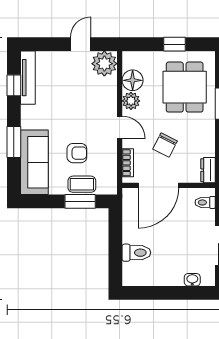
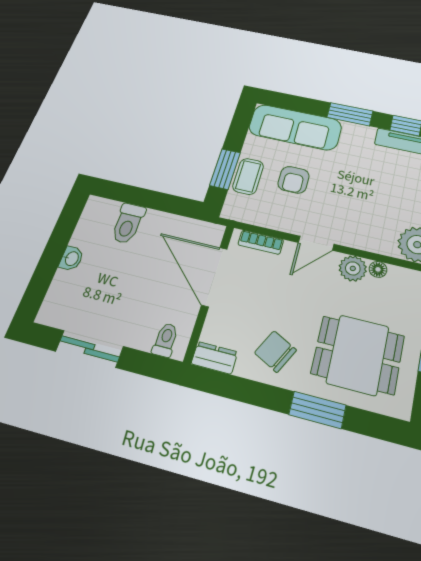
floor lamp: (133, 80) -> (378, 269), width x0.53, depth x0.53
window: (14, 142) -> (350, 114), moved
chair: (165, 145) -> (275, 351), moved
washbasin: (192, 280) -> (71, 258), moved

